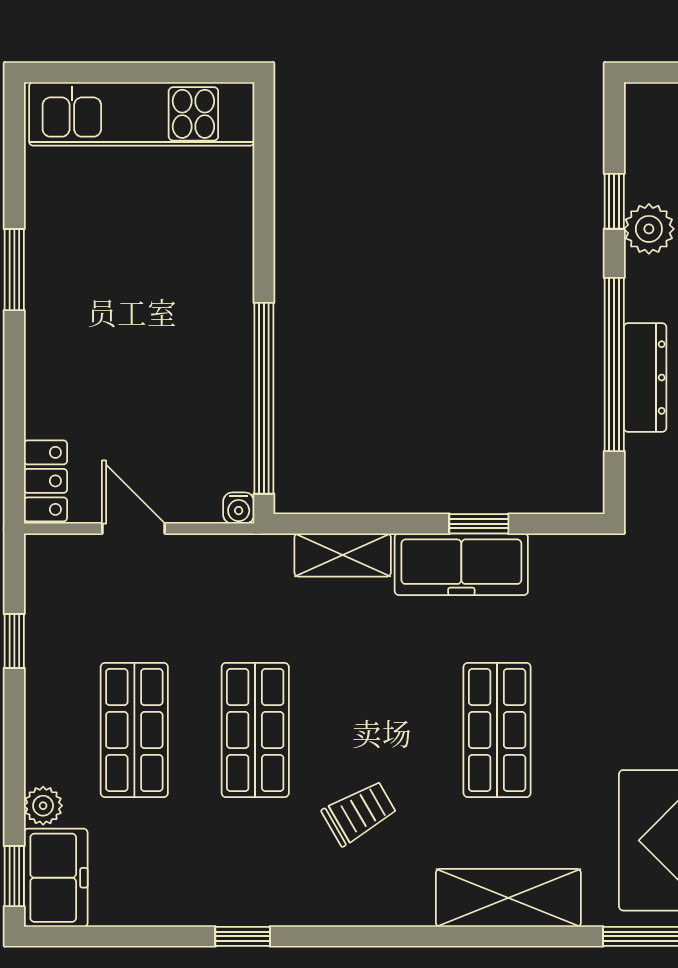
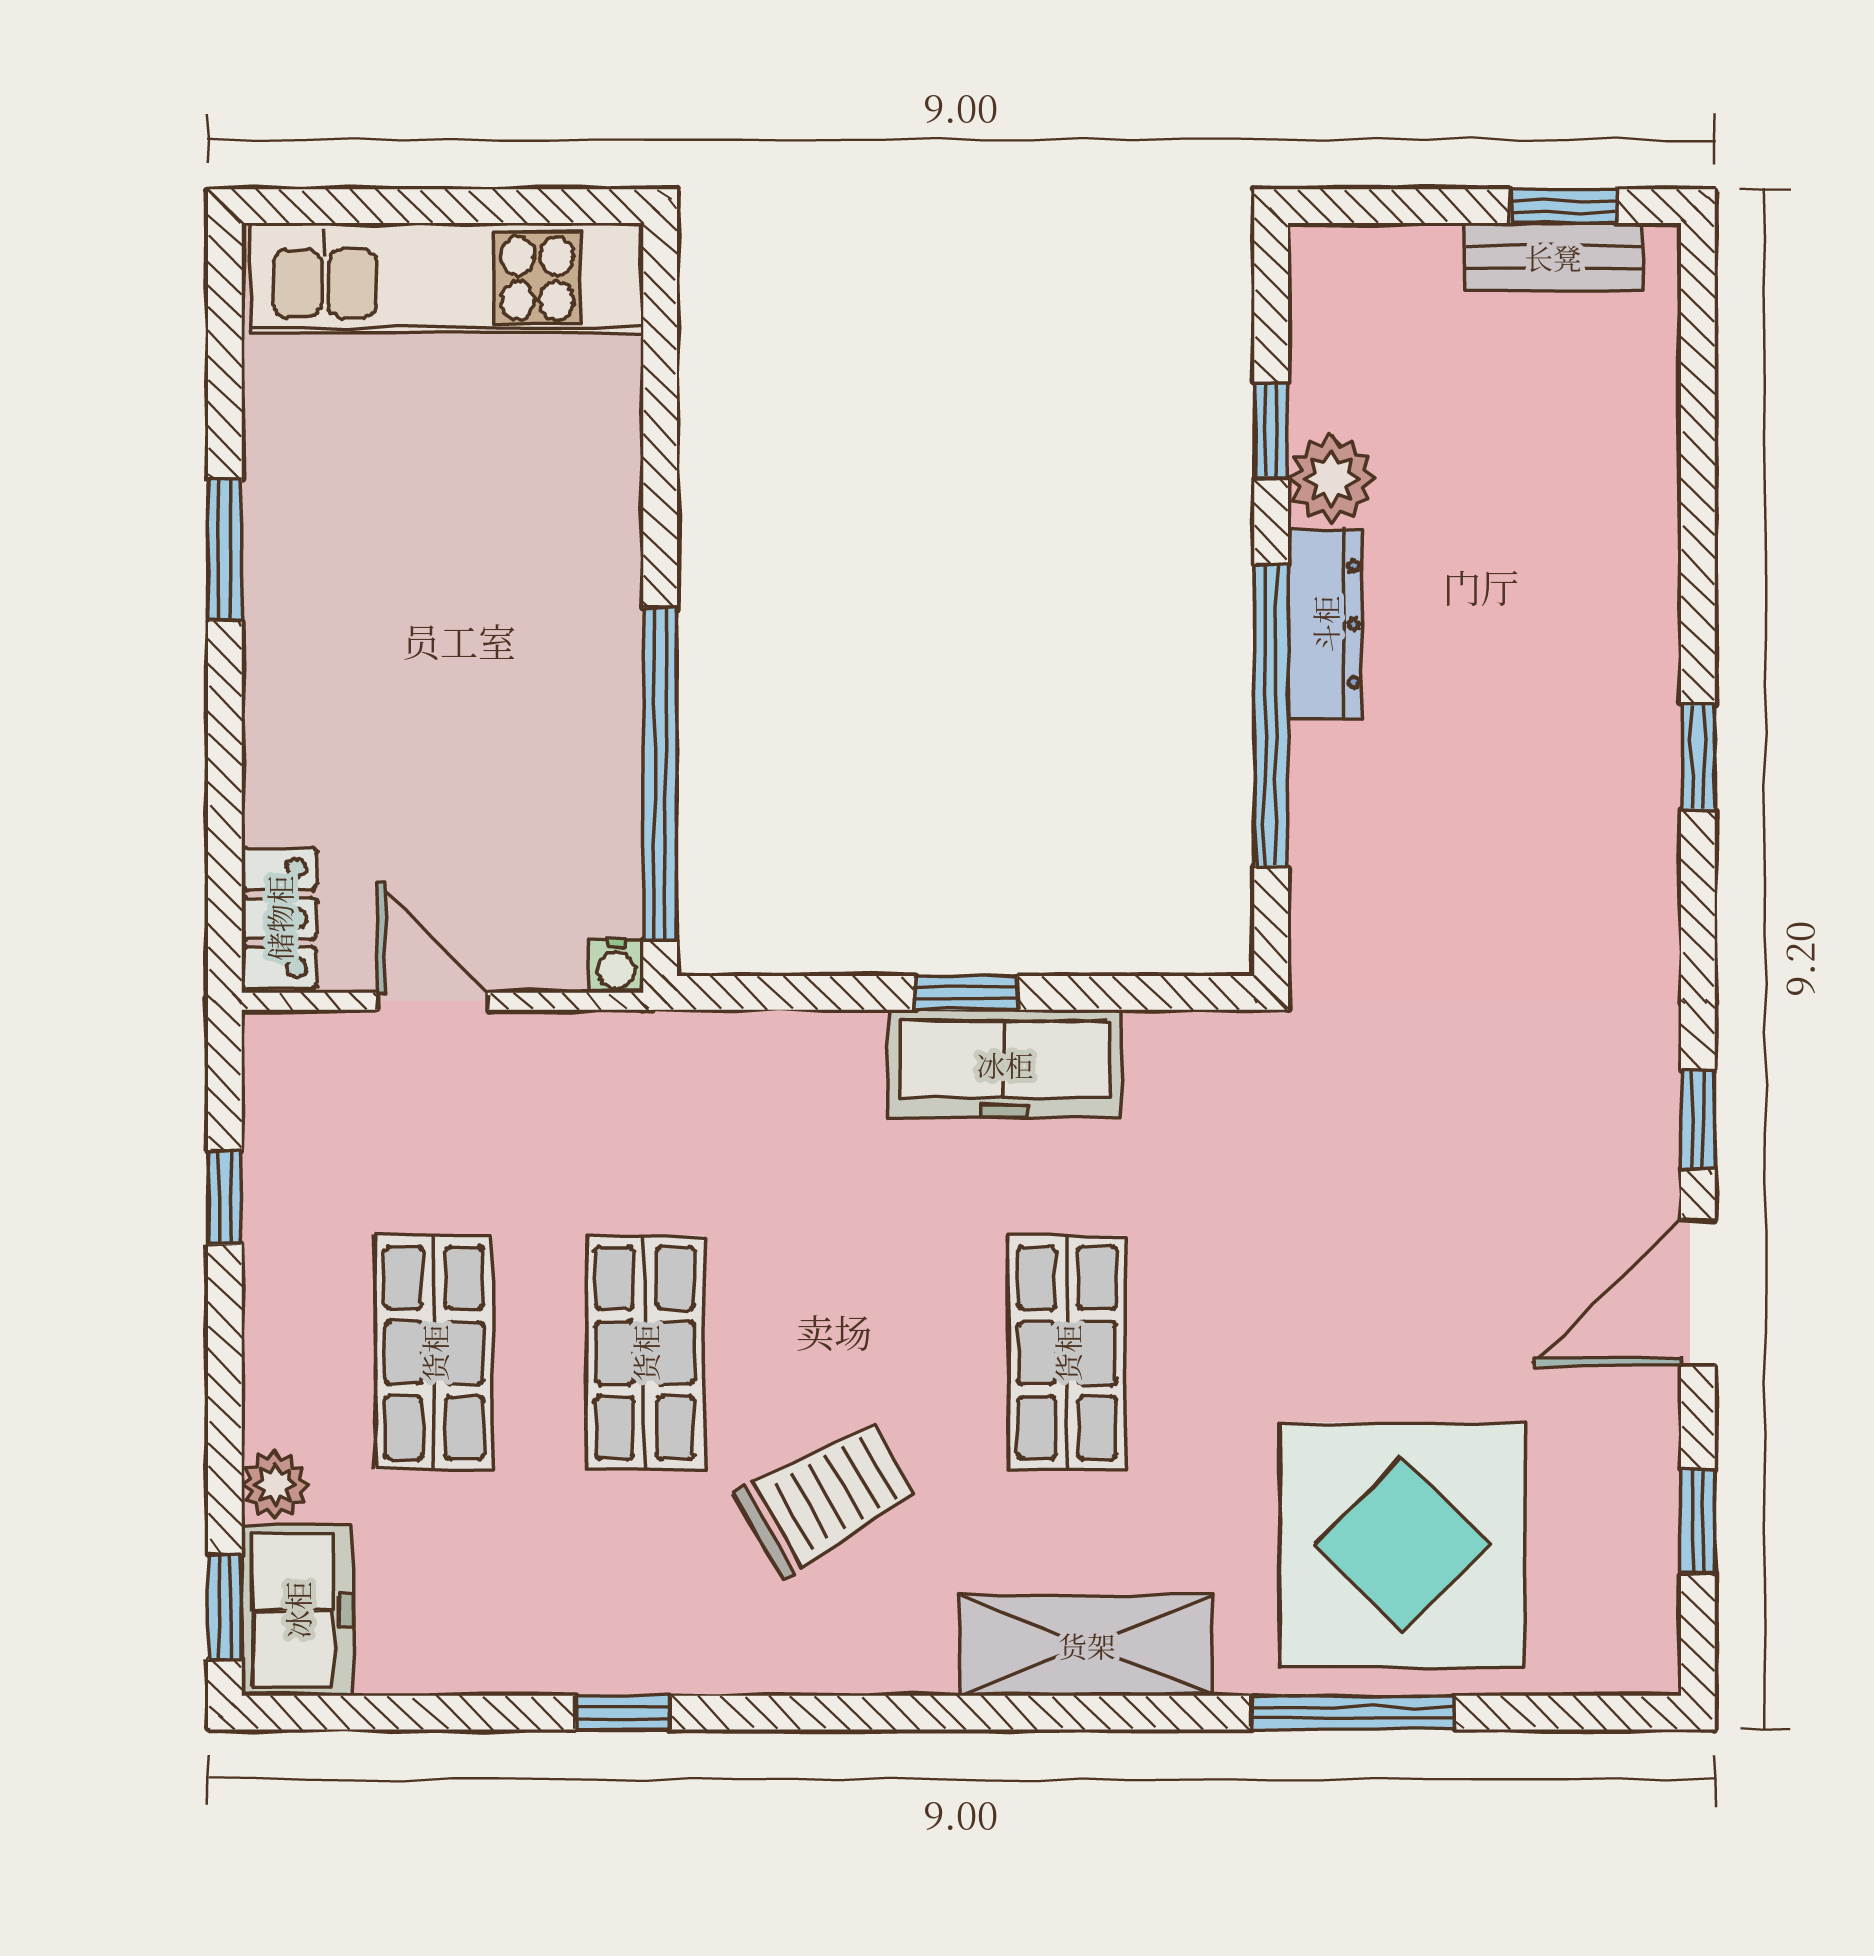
dresser: (645, 378) -> (1325, 624), moved
window: (479, 524) -> (966, 993), moved
shelving: (343, 555) -> (798, 1047), removed
trolley: (359, 813) -> (826, 1497), width x1.36, depth x1.39

